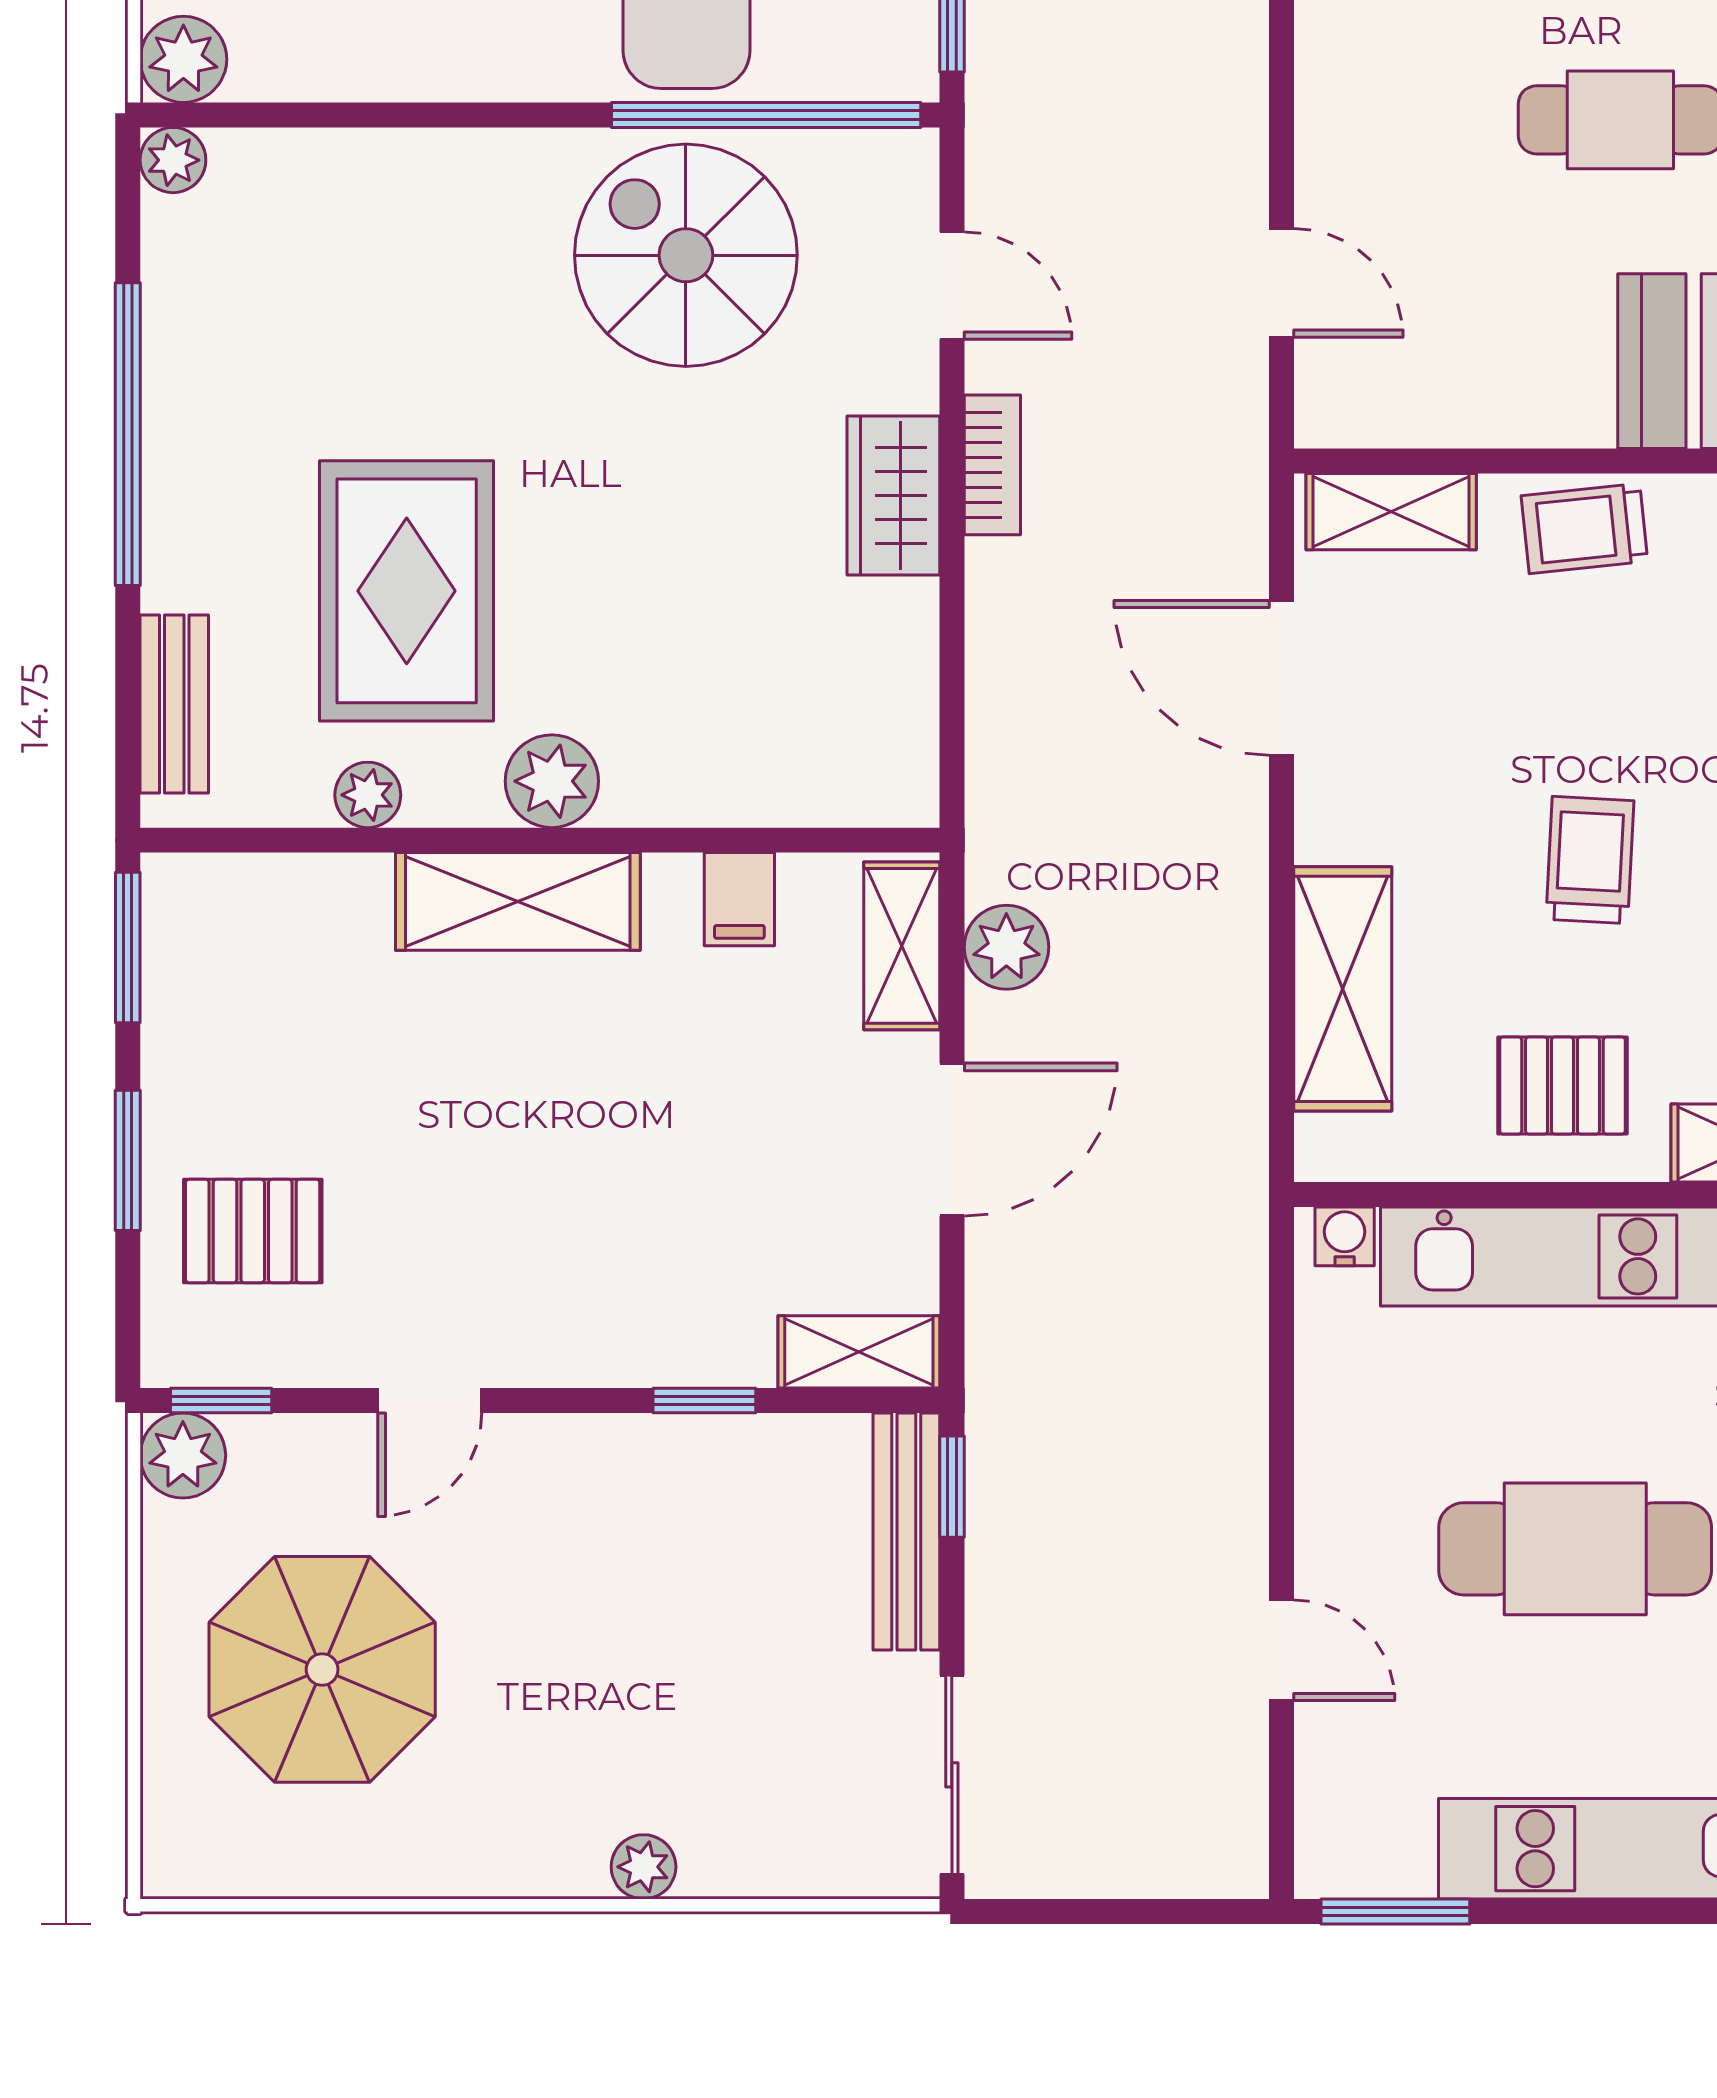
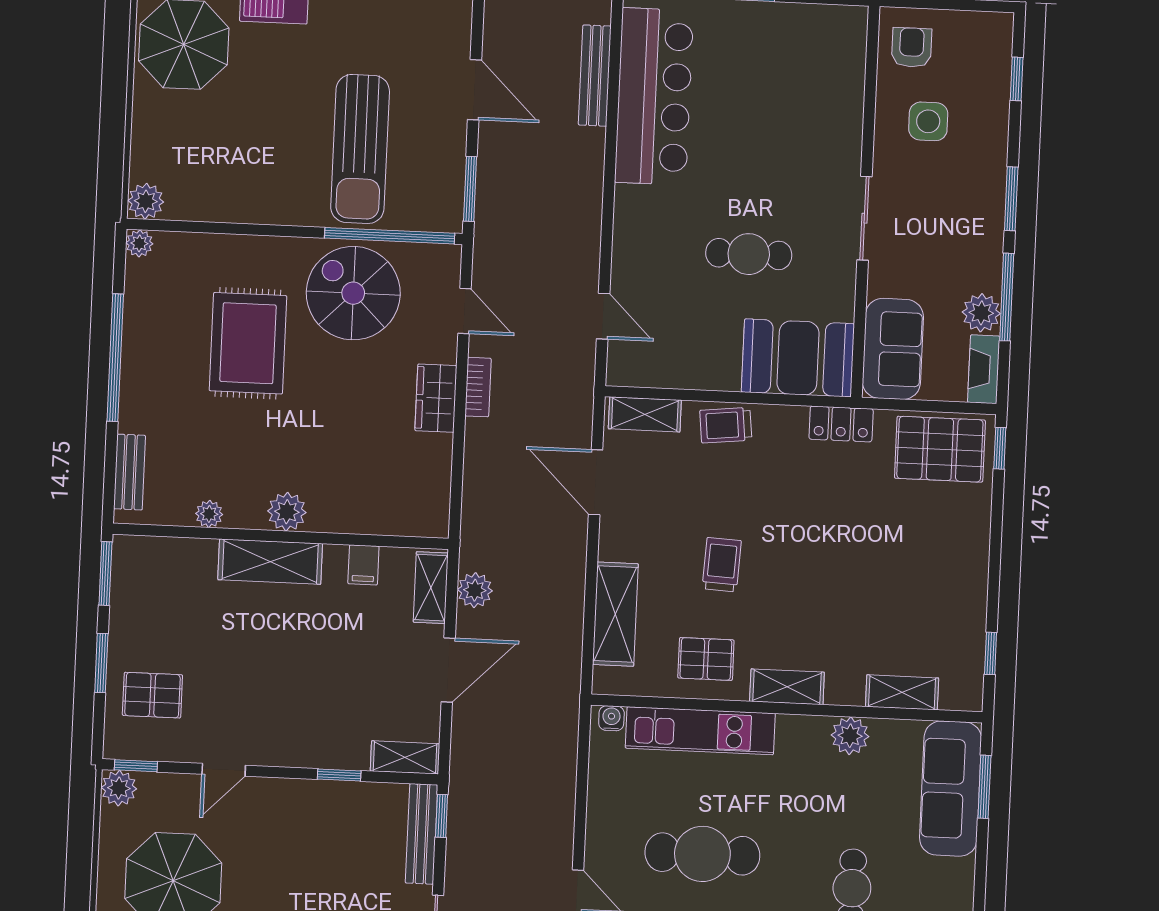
rug: (407, 591) -> (248, 343), moved

